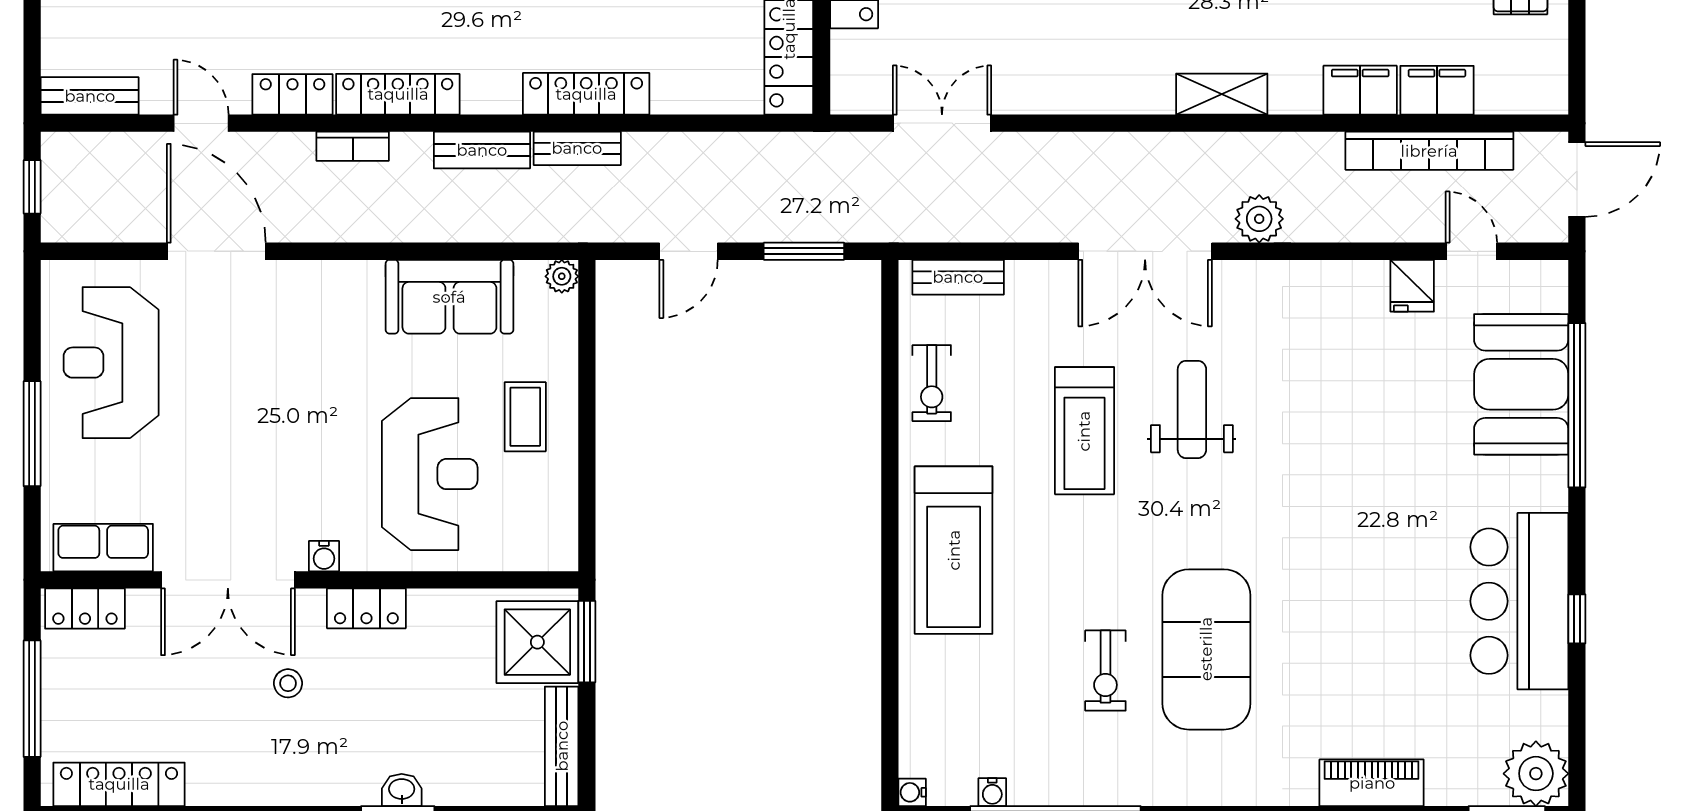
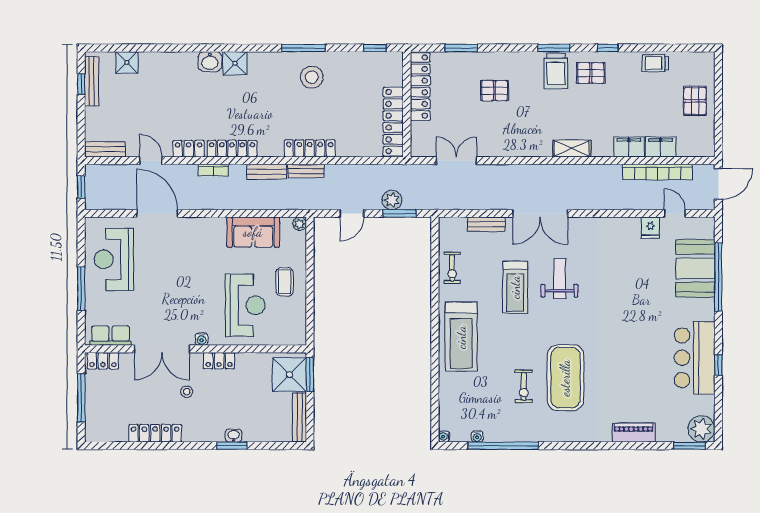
plant: (1259, 219) -> (392, 200), moved
bench: (958, 277) -> (486, 224), moved
locker: (119, 784) -> (155, 433), moved

